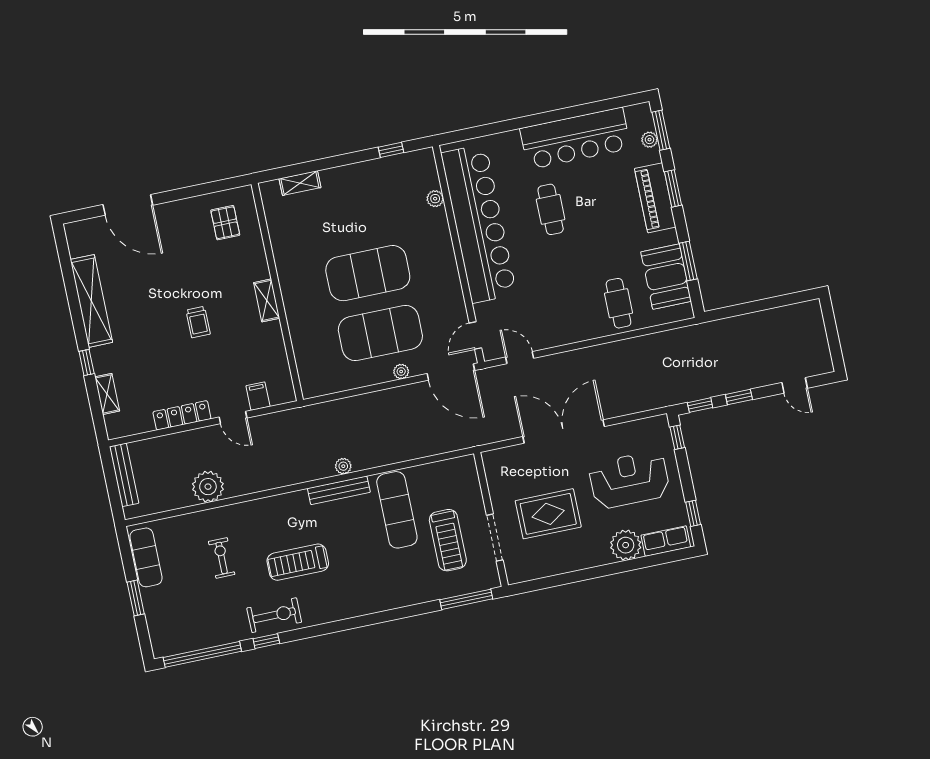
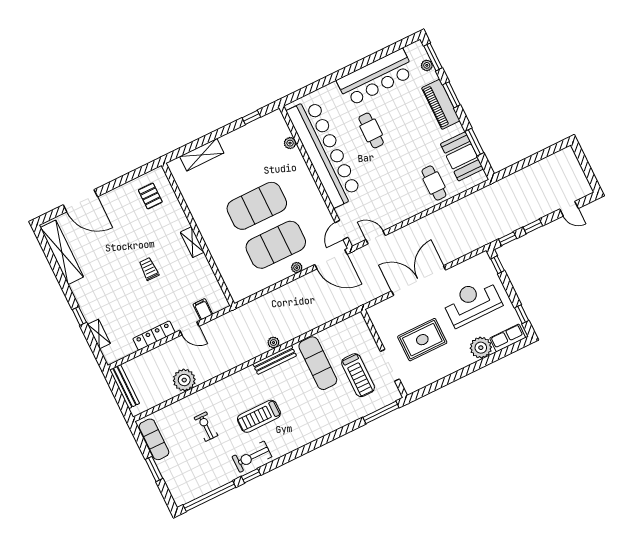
shelving: (300, 183) -> (202, 155), width x1.50, depth x1.33
shelving: (91, 301) -> (62, 252), moved
trolley: (198, 322) -> (149, 269), turned 180
exercise bike: (274, 615) -> (252, 457), turned 180

